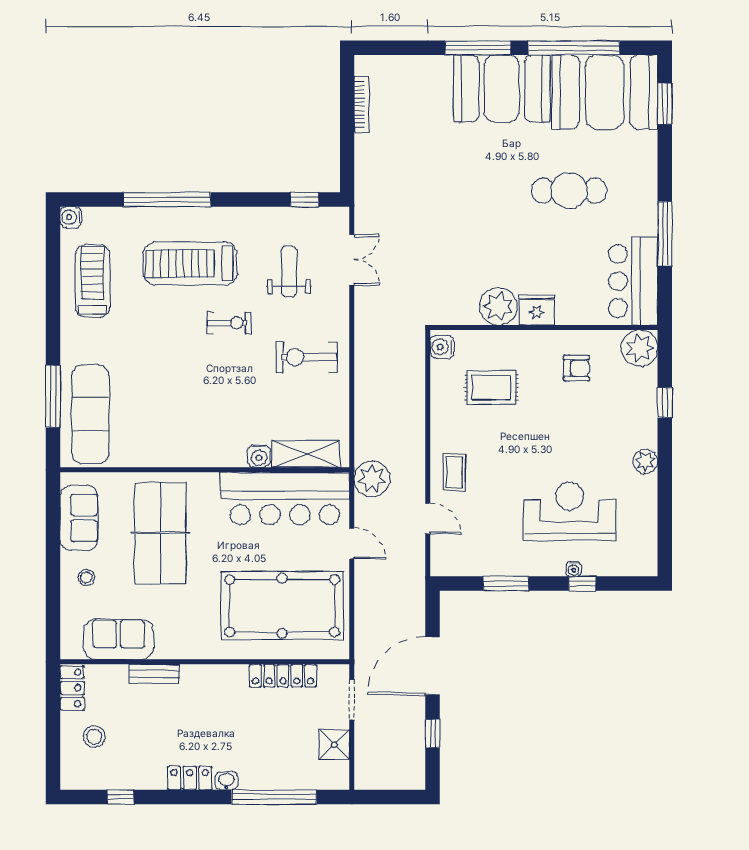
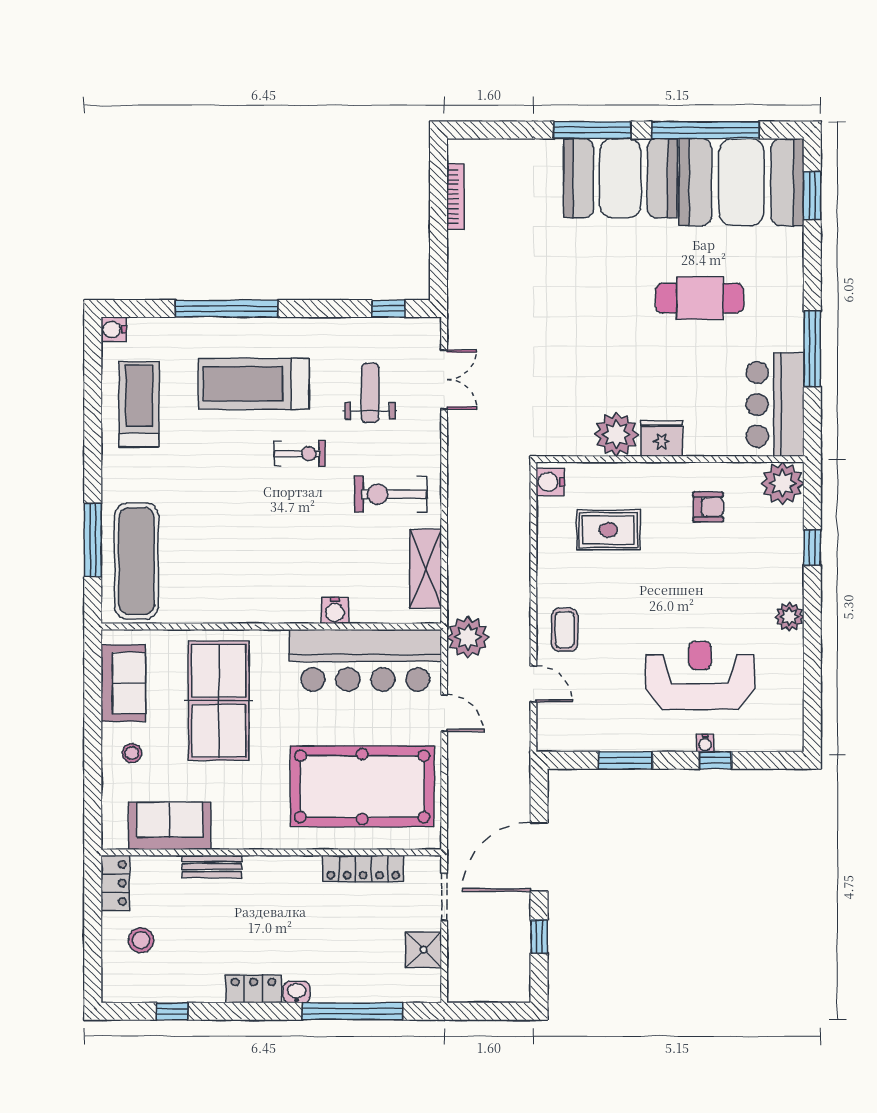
shelving: (306, 454) -> (426, 569), moved, turned 90

